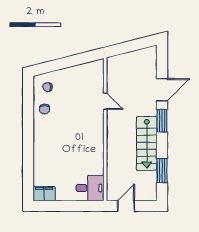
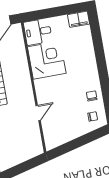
door: (105, 101) -> (38, 113), swing flipped
corner desk: (86, 156) -> (47, 60), added

